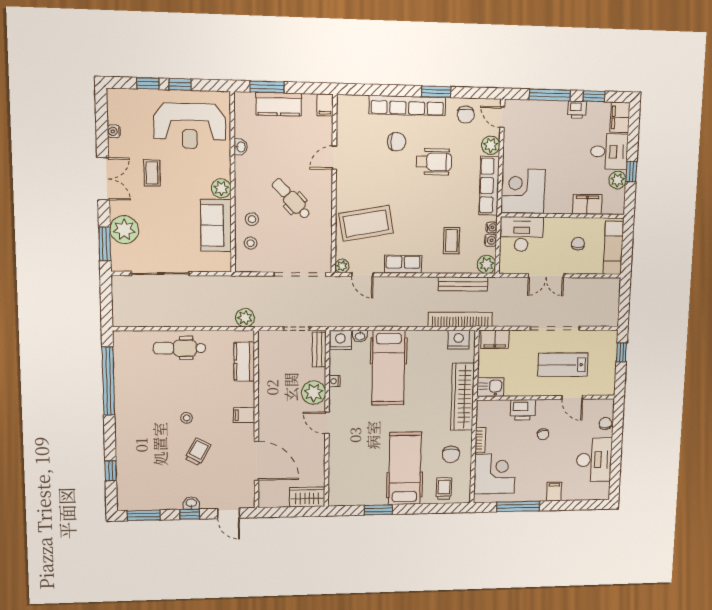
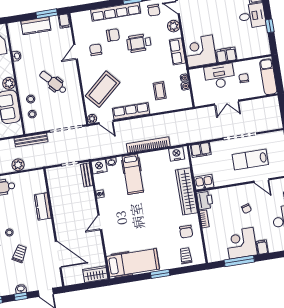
window: (267, 87) -> (47, 14), moved
chair: (366, 160) -> (96, 50), added
wheelchair: (434, 162) -> (139, 43), turned 180
plant: (617, 180) -> (262, 33), removed
row of seats: (489, 186) -> (177, 52), width x0.68
filing cabinet: (587, 204) -> (226, 55), moved
coffee table: (366, 223) -> (103, 89), turned -31
desk: (521, 234) -> (220, 76), moved
row of seats: (403, 264) -> (131, 111), width x1.48
plant: (487, 264) -> (186, 102), removed
bench: (463, 284) -> (31, 140), moved
plant: (245, 318) -> (18, 165), moved
bookcase: (460, 319) -> (148, 145), moved
kitchen counter: (244, 362) -> (43, 206), moved
hospital bed: (388, 368) -> (133, 174), width x0.73, depth x0.78
plant: (314, 393) -> (88, 204), removed
printer: (523, 410) -> (205, 200), moved, turned -90
filing cabinet: (244, 415) -> (45, 225), removed
door: (327, 423) -> (100, 222), hinge flipped
hospital bed: (405, 468) -> (133, 263), moved, turned 90
corner desk: (495, 474) -> (241, 243), moved, turned -90
window: (378, 510) -> (160, 274), moved

